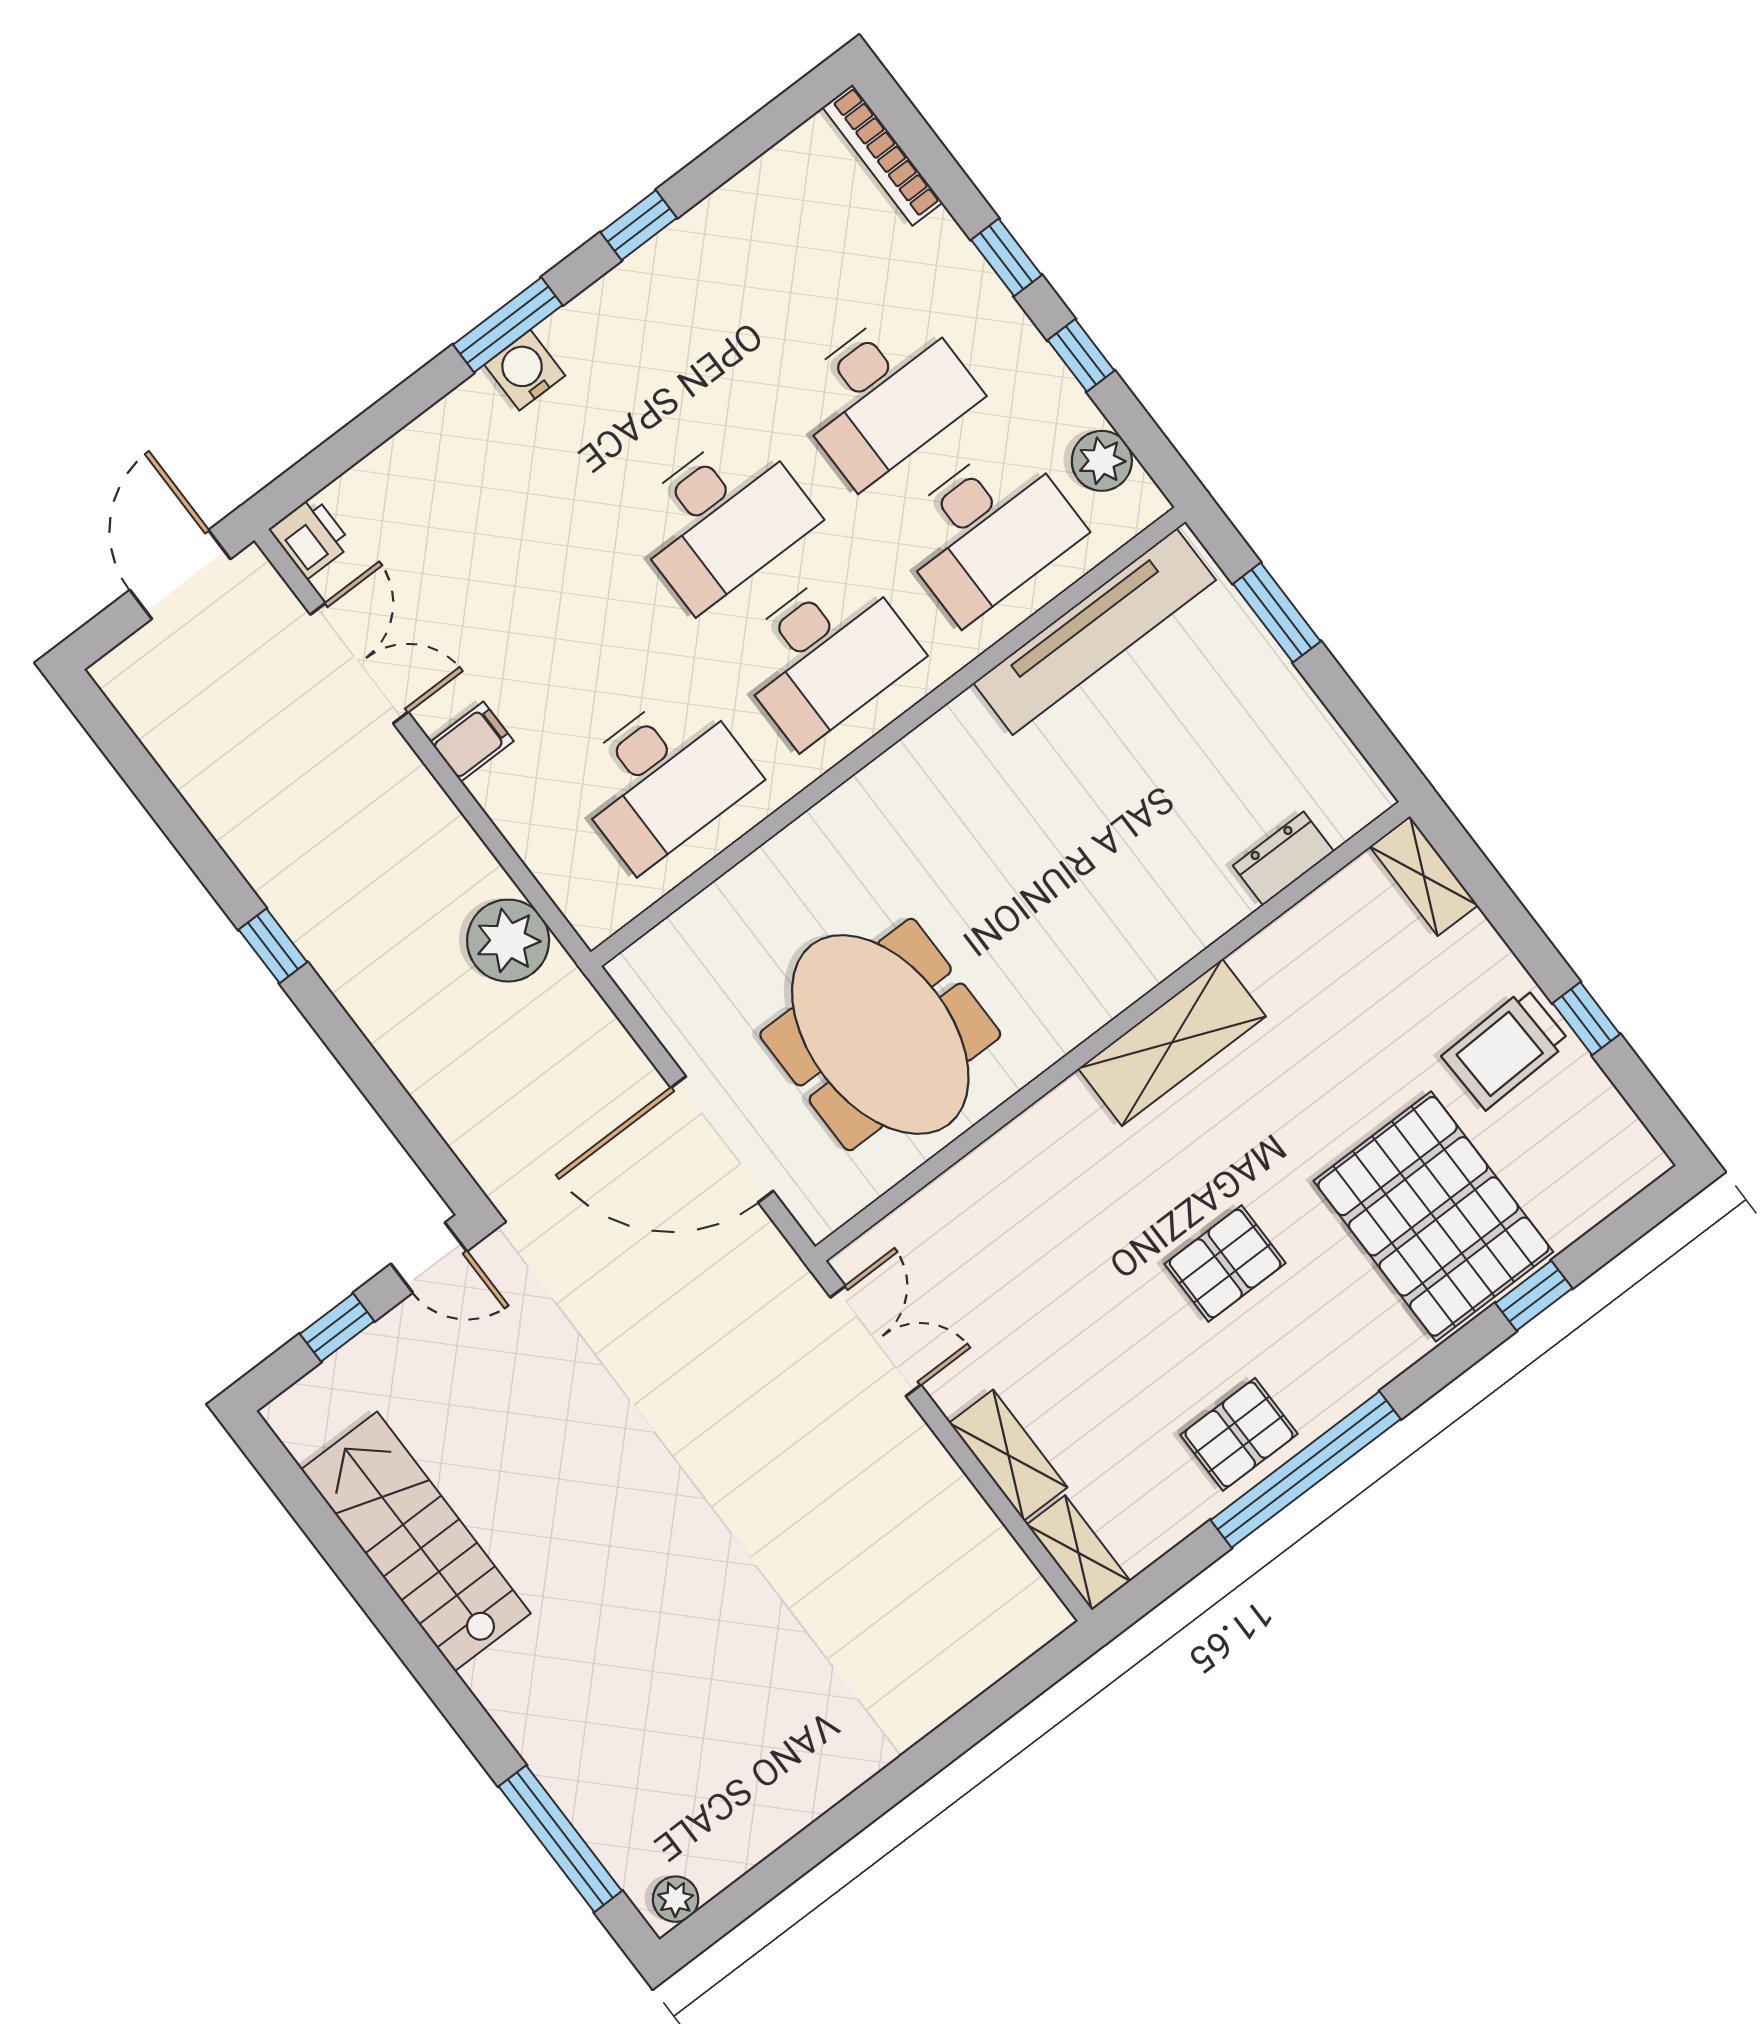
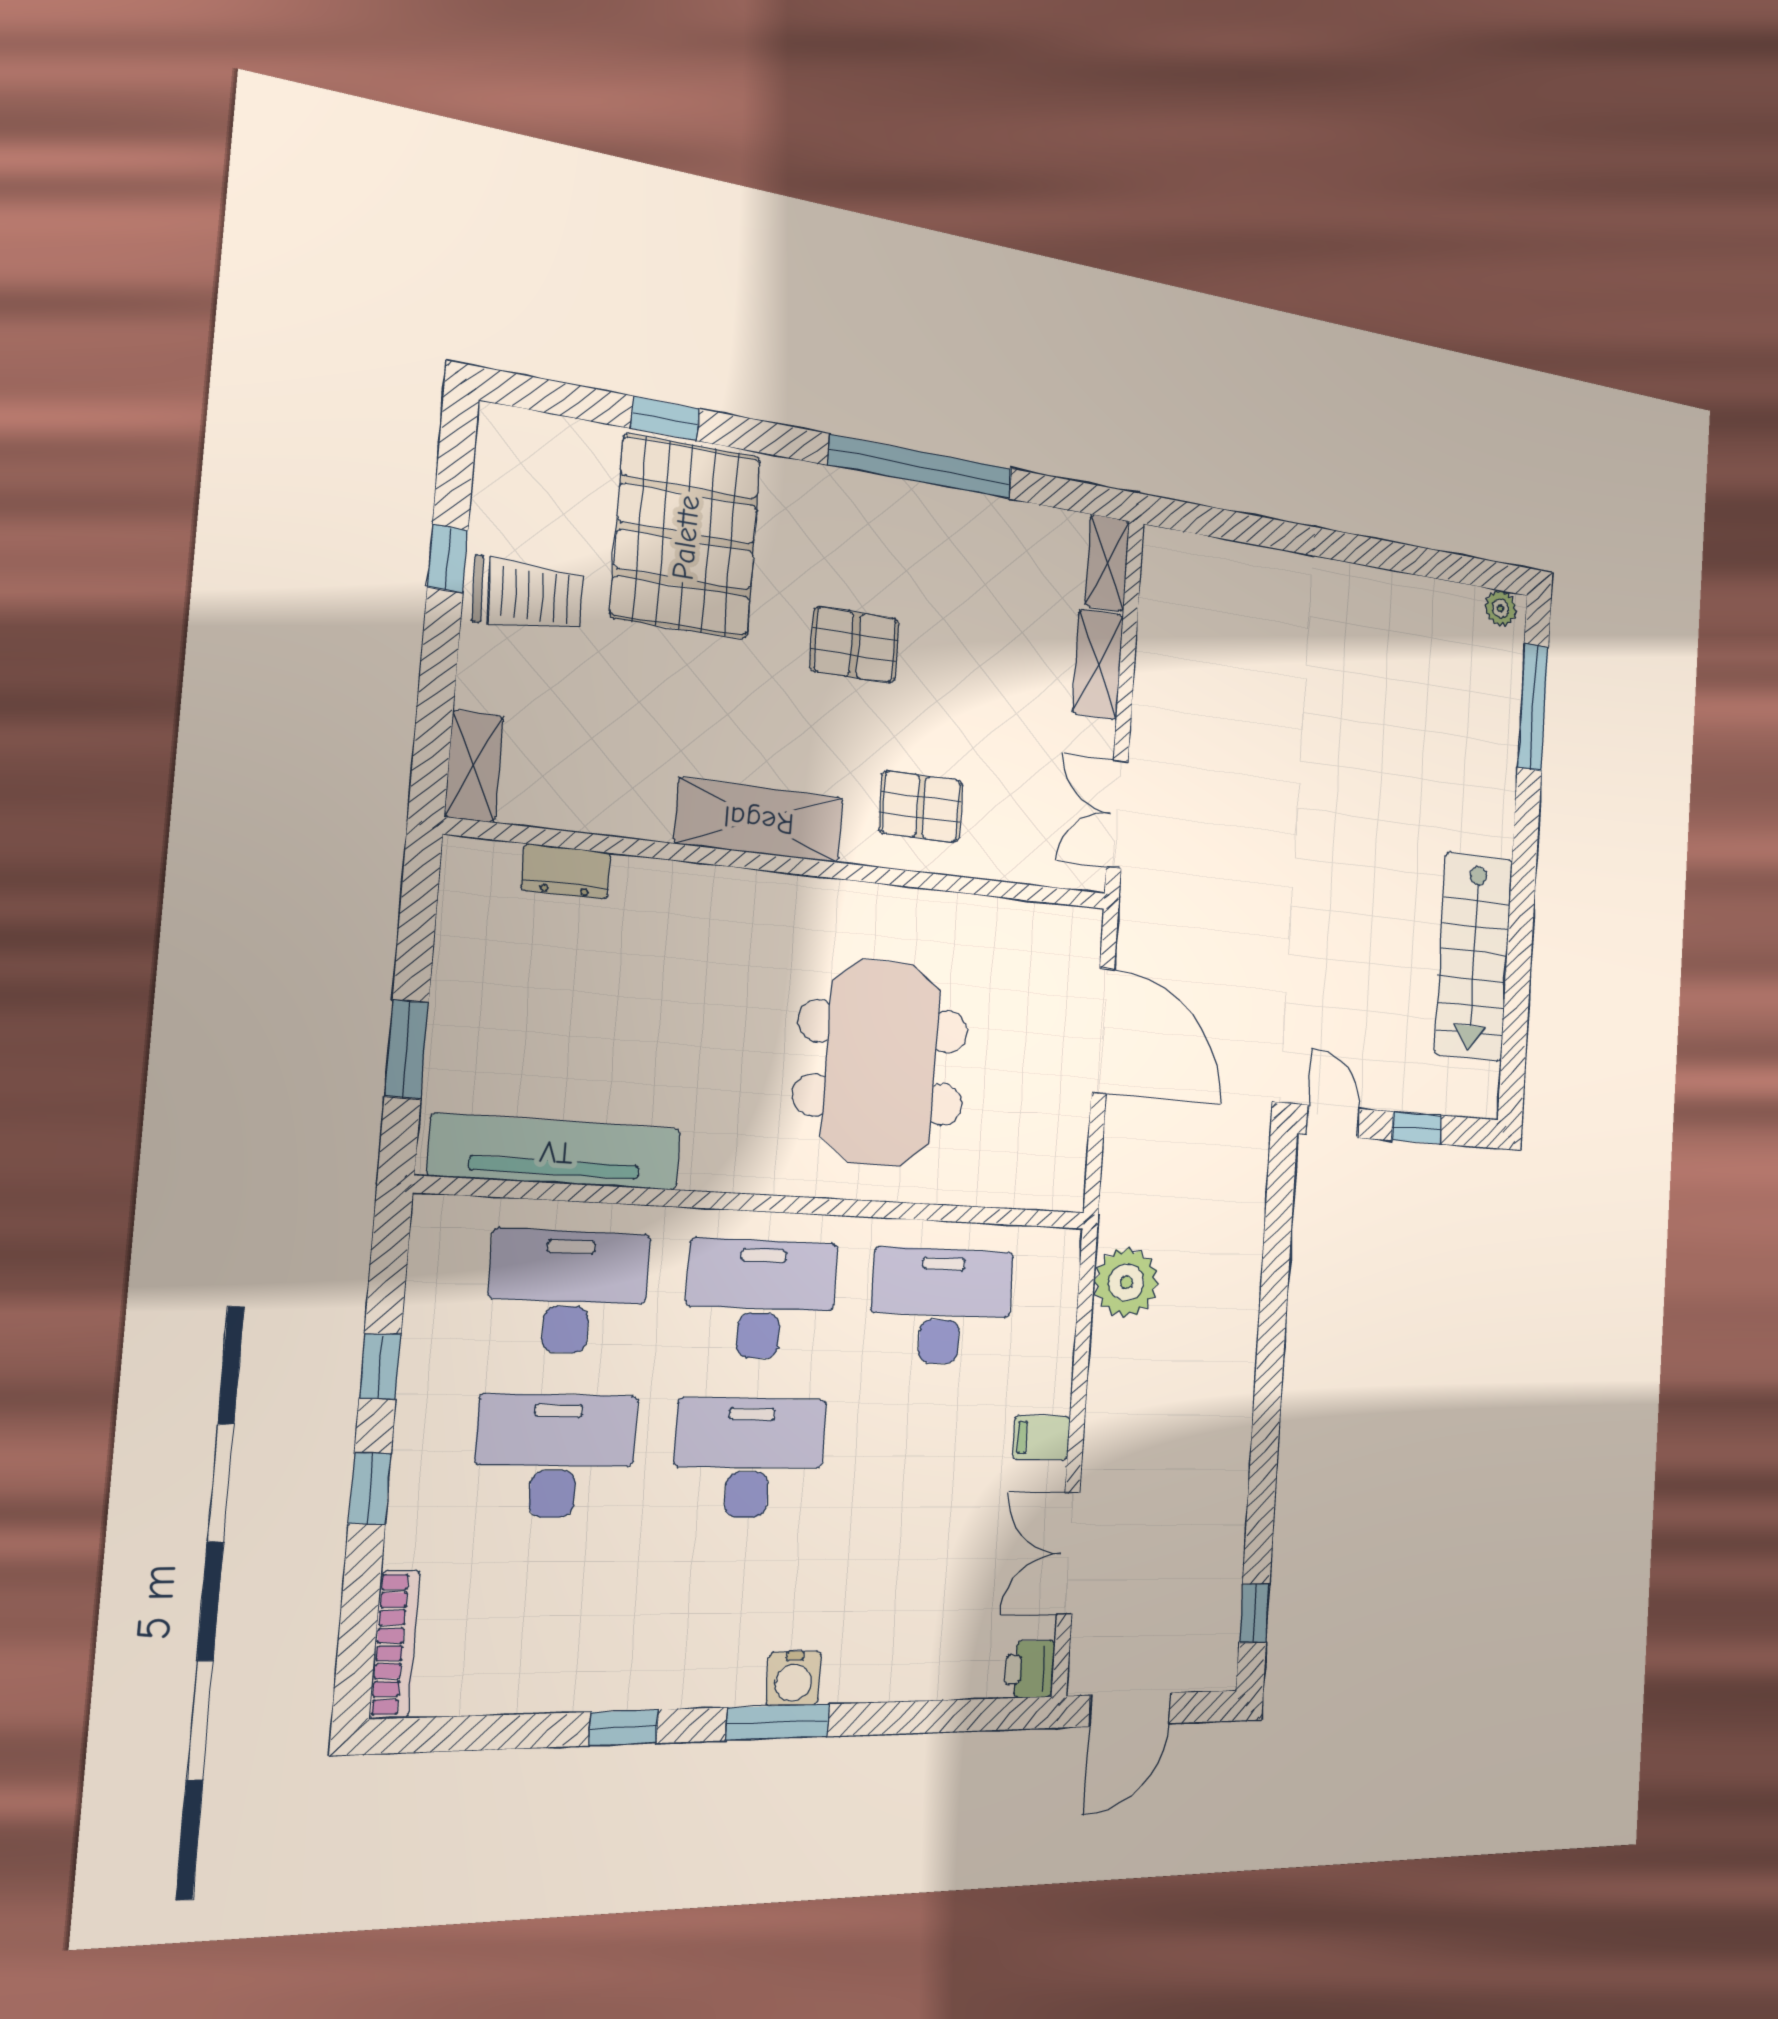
plant: (1102, 461) -> (437, 1273), removed
window: (273, 946) -> (1254, 1613), moved
meeting table: (880, 1035) -> (881, 1063), moved
pallet: (1239, 1434) -> (921, 807), moved

